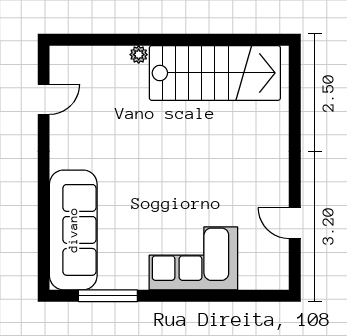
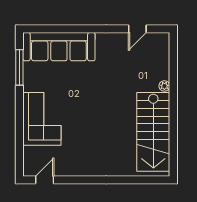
door: (44, 99) -> (137, 29), hinge flipped
door: (295, 223) -> (45, 180), moved

